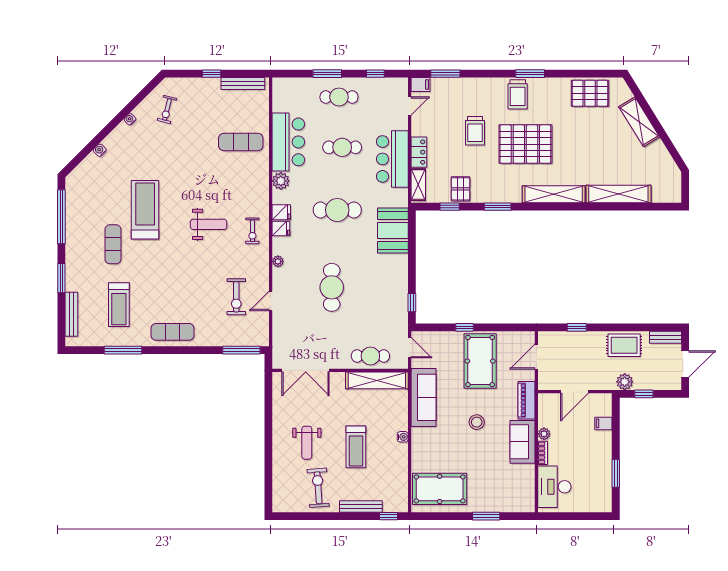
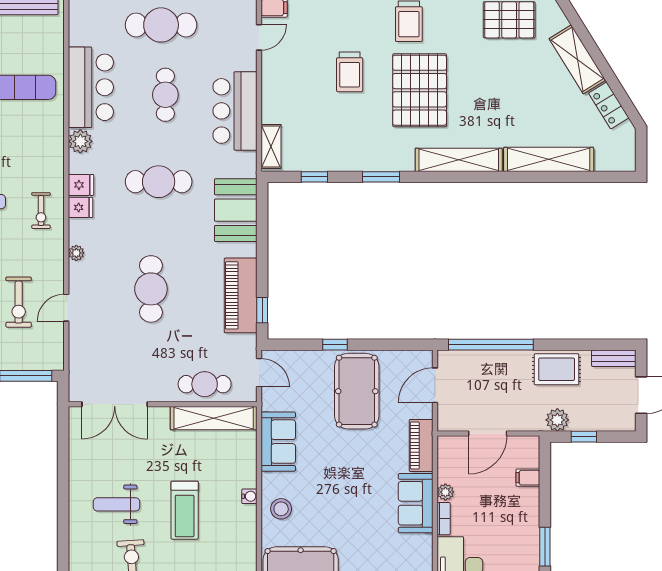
cafe table: (339, 97) -> (161, 25), width x1.37, depth x1.35
pallet: (525, 144) -> (420, 90), turned 90
cafe table: (342, 147) -> (165, 95), turned 90
locker: (419, 152) -> (609, 105), moved, turned 148
pallet: (460, 189) -> (330, 152), removed
piano: (396, 292) -> (241, 295), added
window: (577, 327) -> (491, 345), width x3.17
sofa: (423, 397) -> (278, 442), width x0.73
stool: (477, 422) -> (281, 509), moved
weight bench: (307, 443) -> (116, 504), turned 90

